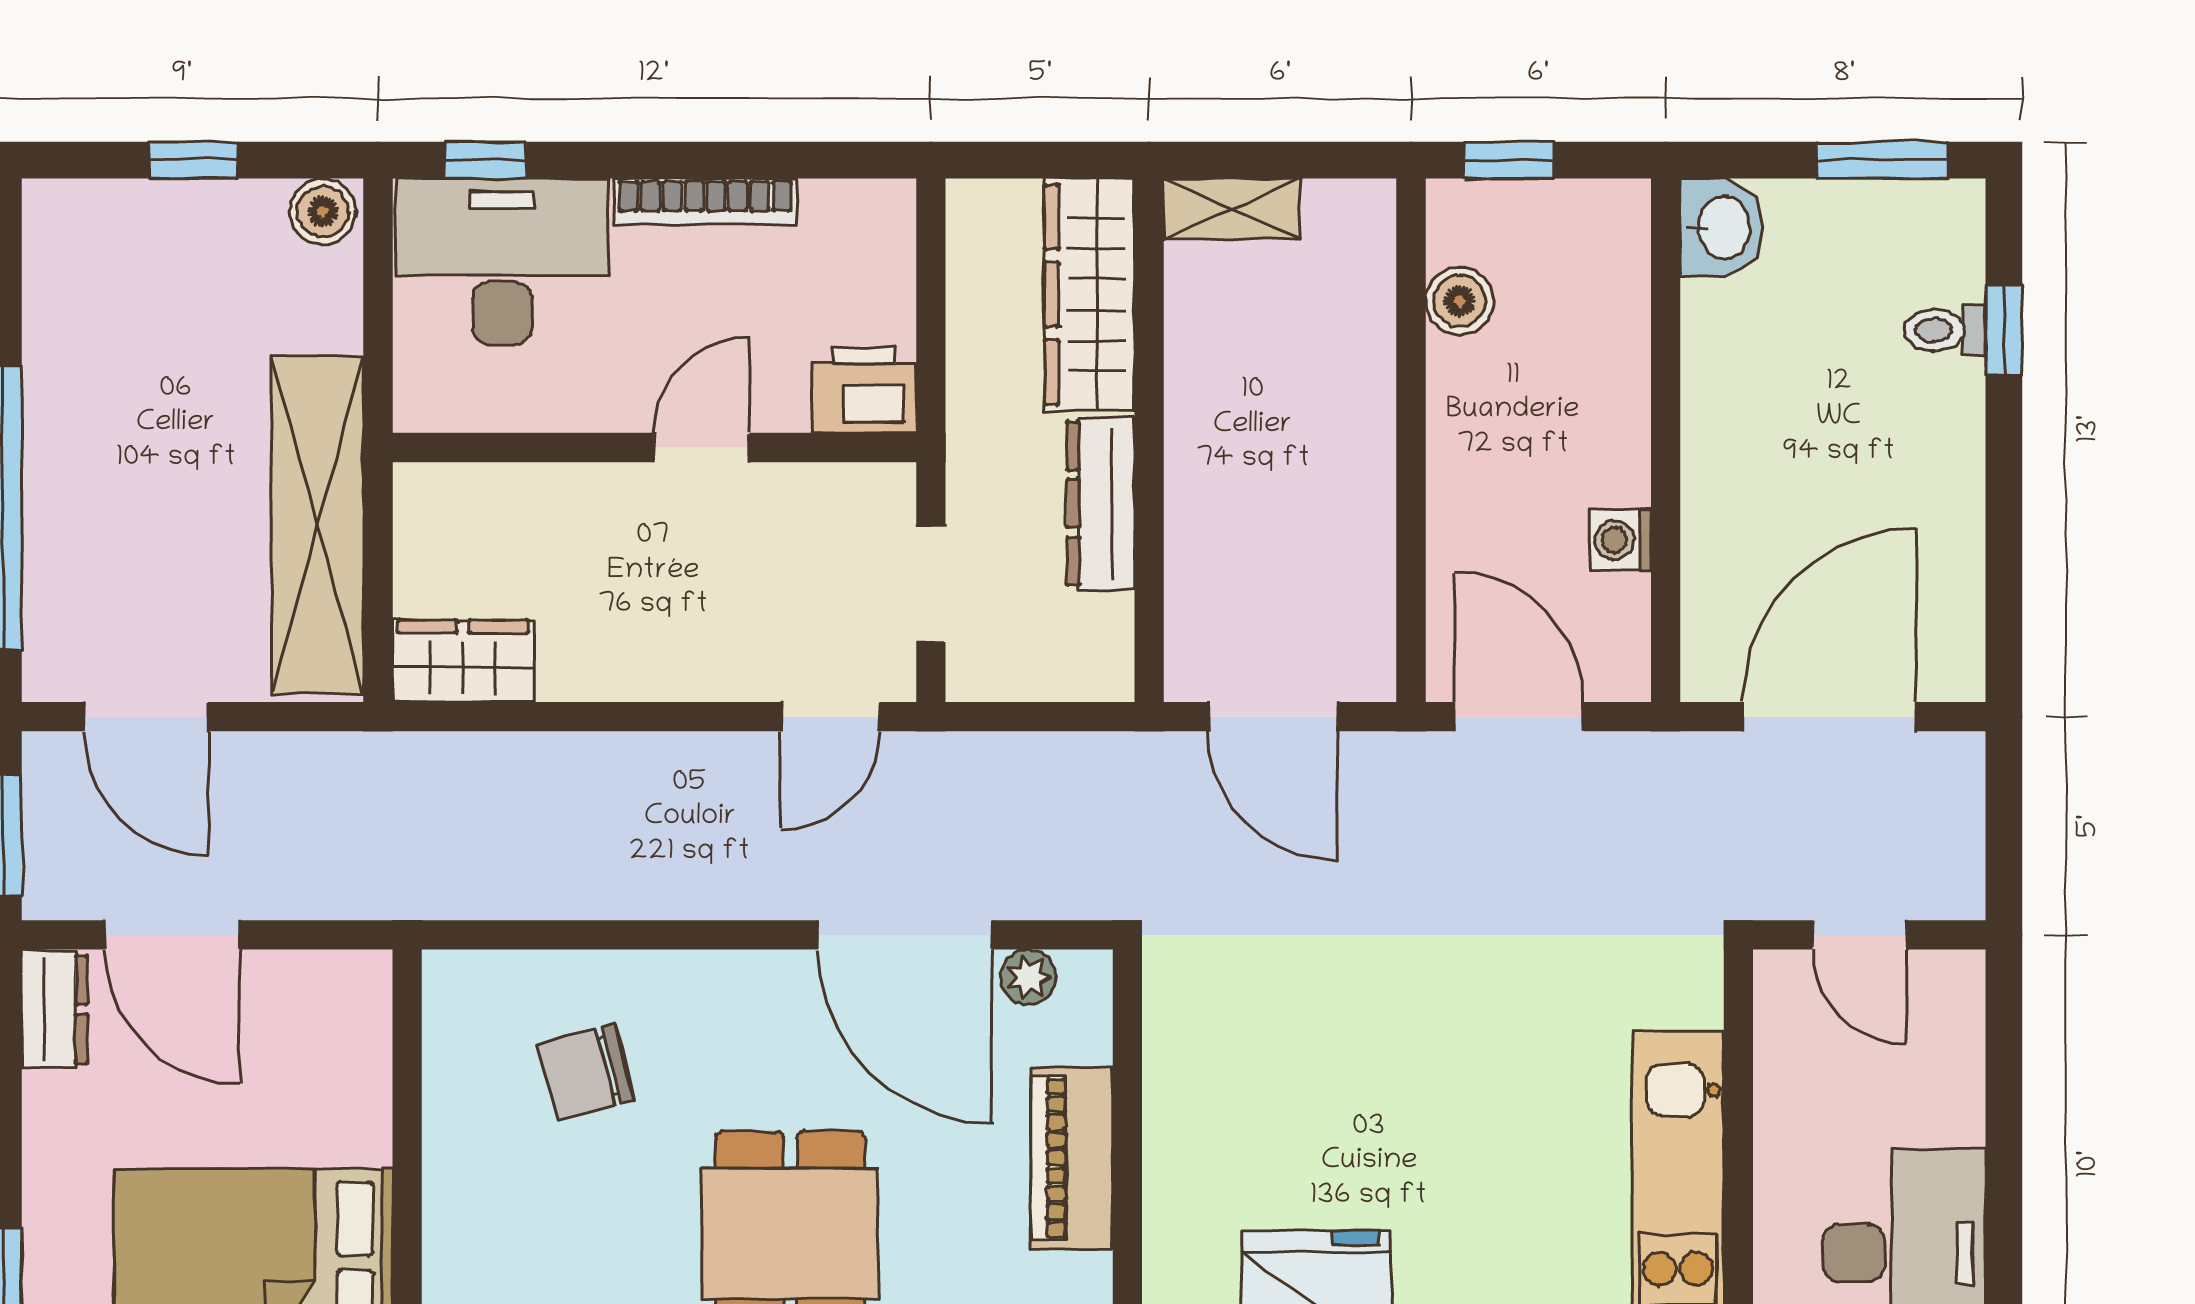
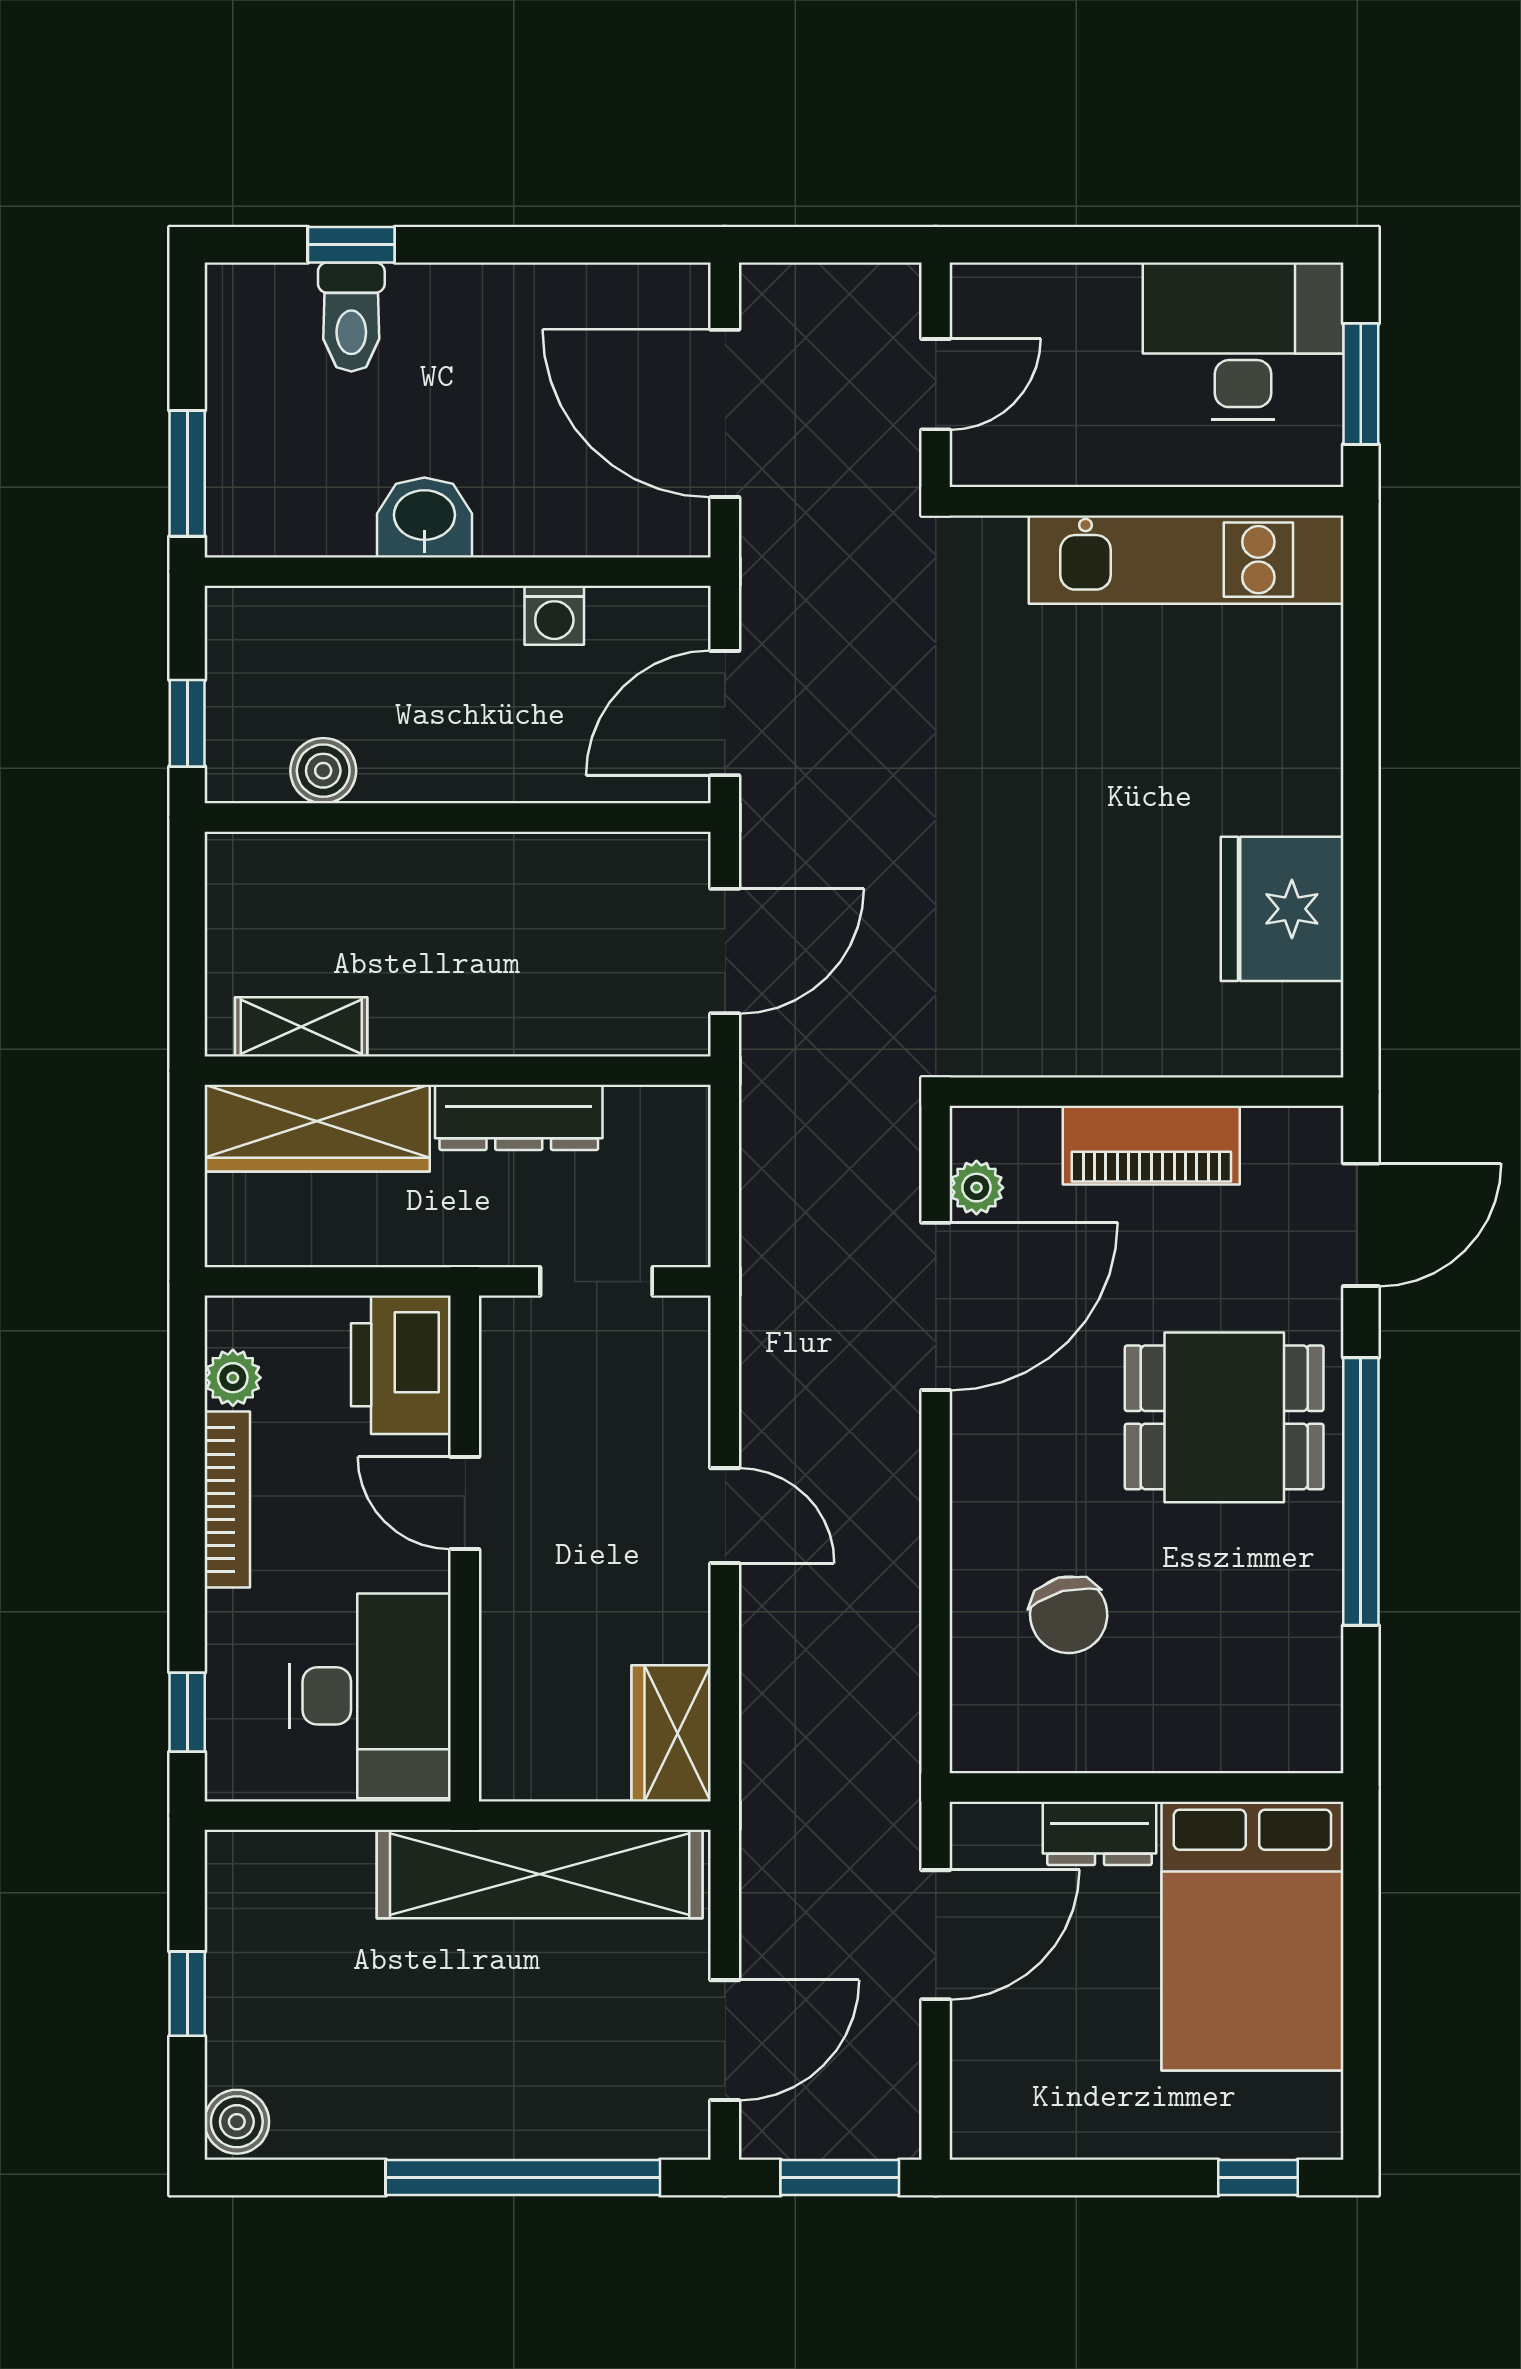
window: (1882, 160) -> (187, 473), moved
plant: (831, 207) -> (233, 1378), added
shelving: (1232, 209) -> (301, 1027), moved, turned 90
boiler: (323, 212) -> (237, 2122), moved
washbasin: (1722, 227) -> (424, 517), moved
desk: (502, 262) -> (370, 1696), moved, turned 180
toilet: (1945, 330) -> (351, 317), width x1.37, depth x1.39
printer: (864, 390) -> (401, 1365), width x1.37, depth x1.19
door: (830, 717) -> (725, 1516), moved
door: (172, 935) -> (936, 1935), moved
dresser: (55, 1010) -> (1099, 1833), moved, turned 180

